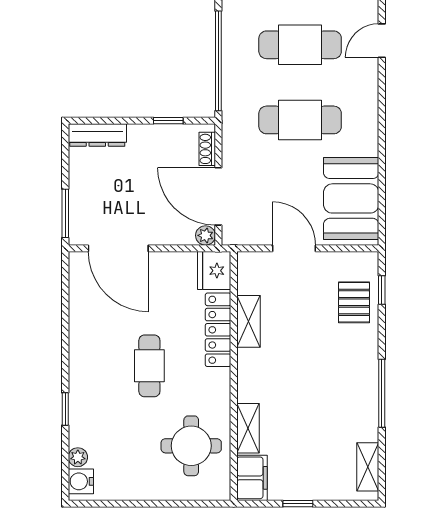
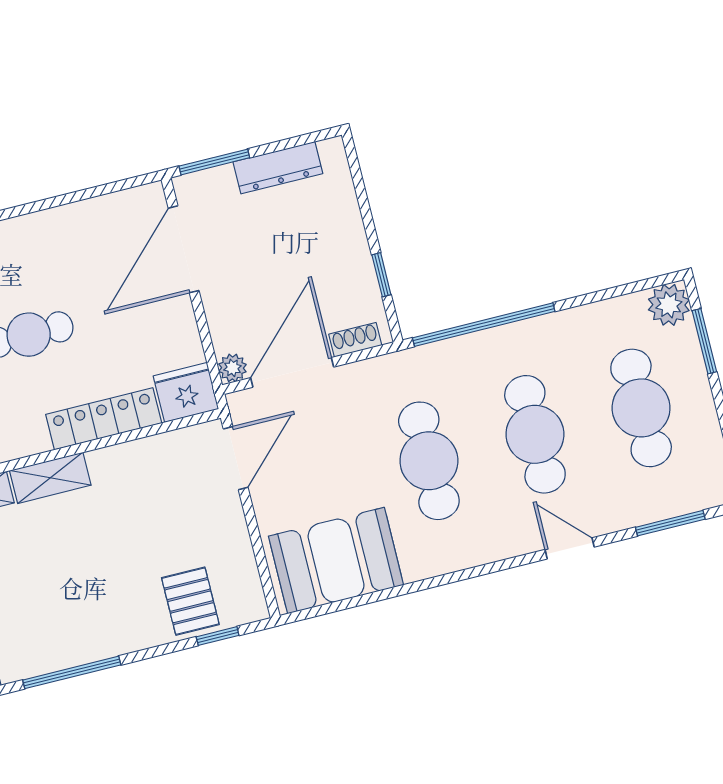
dresser: (97, 135) -> (278, 168), moved, turned -90
door: (294, 248) -> (236, 458), moved
pallet: (354, 302) -> (190, 601), turned 90
shelving: (248, 321) -> (50, 478), moved

